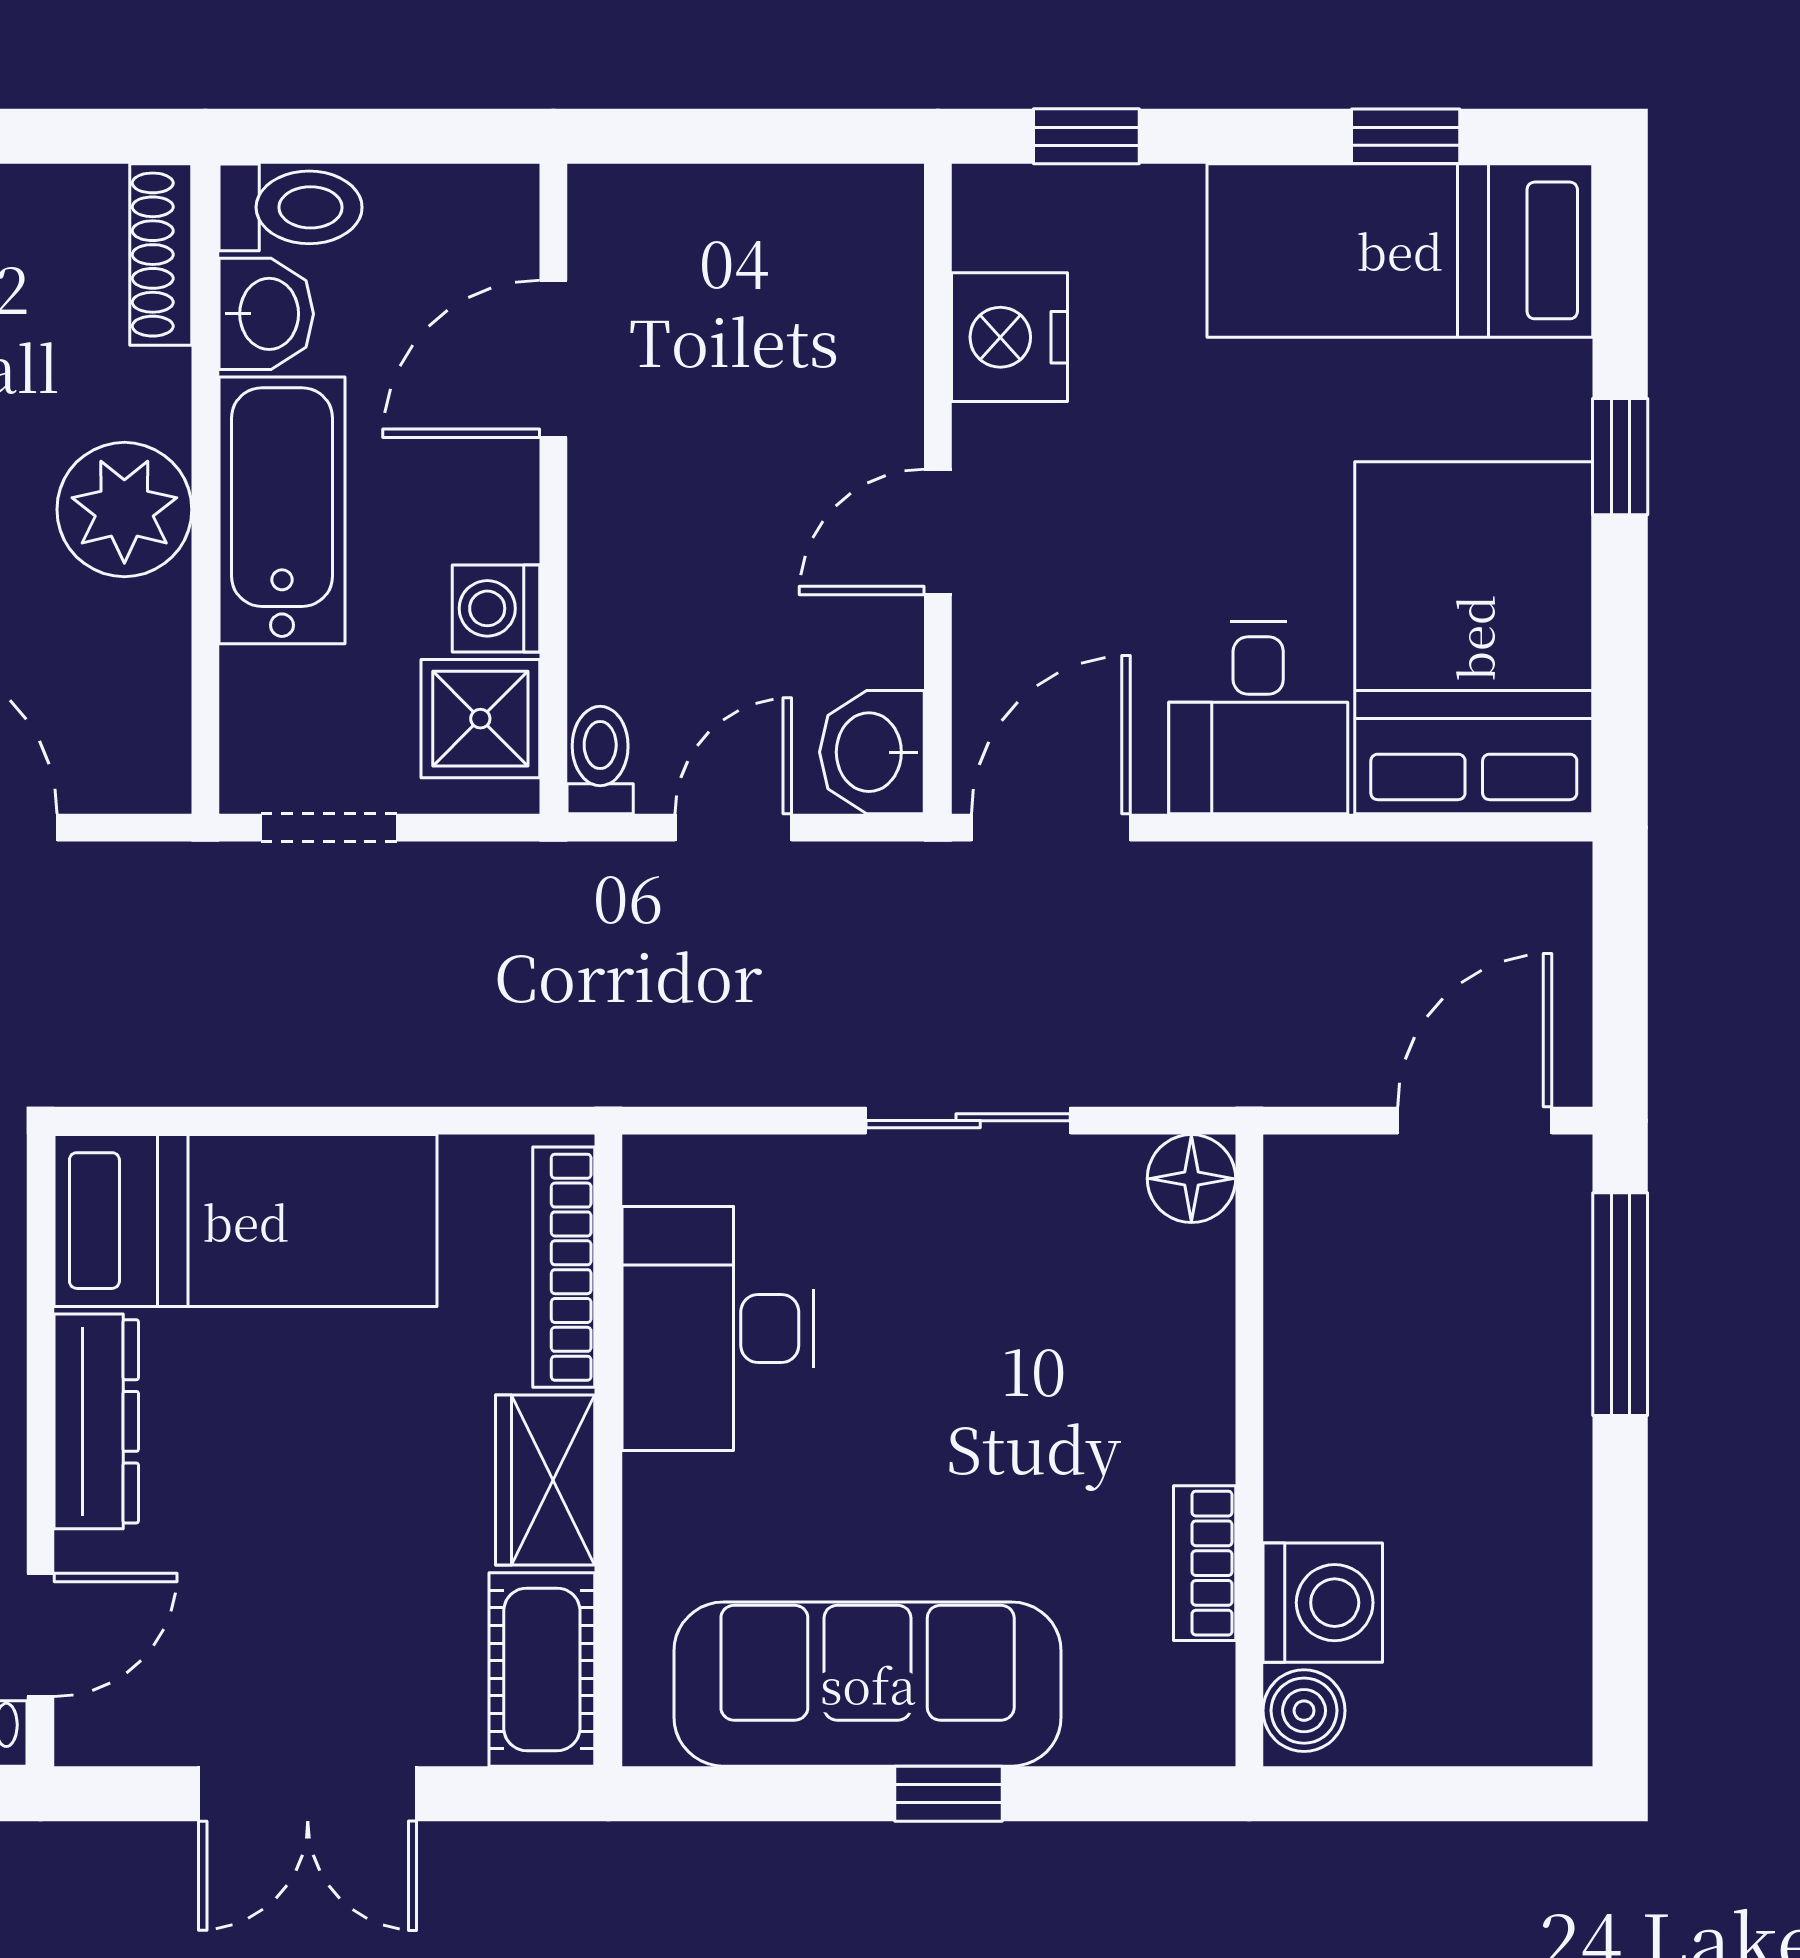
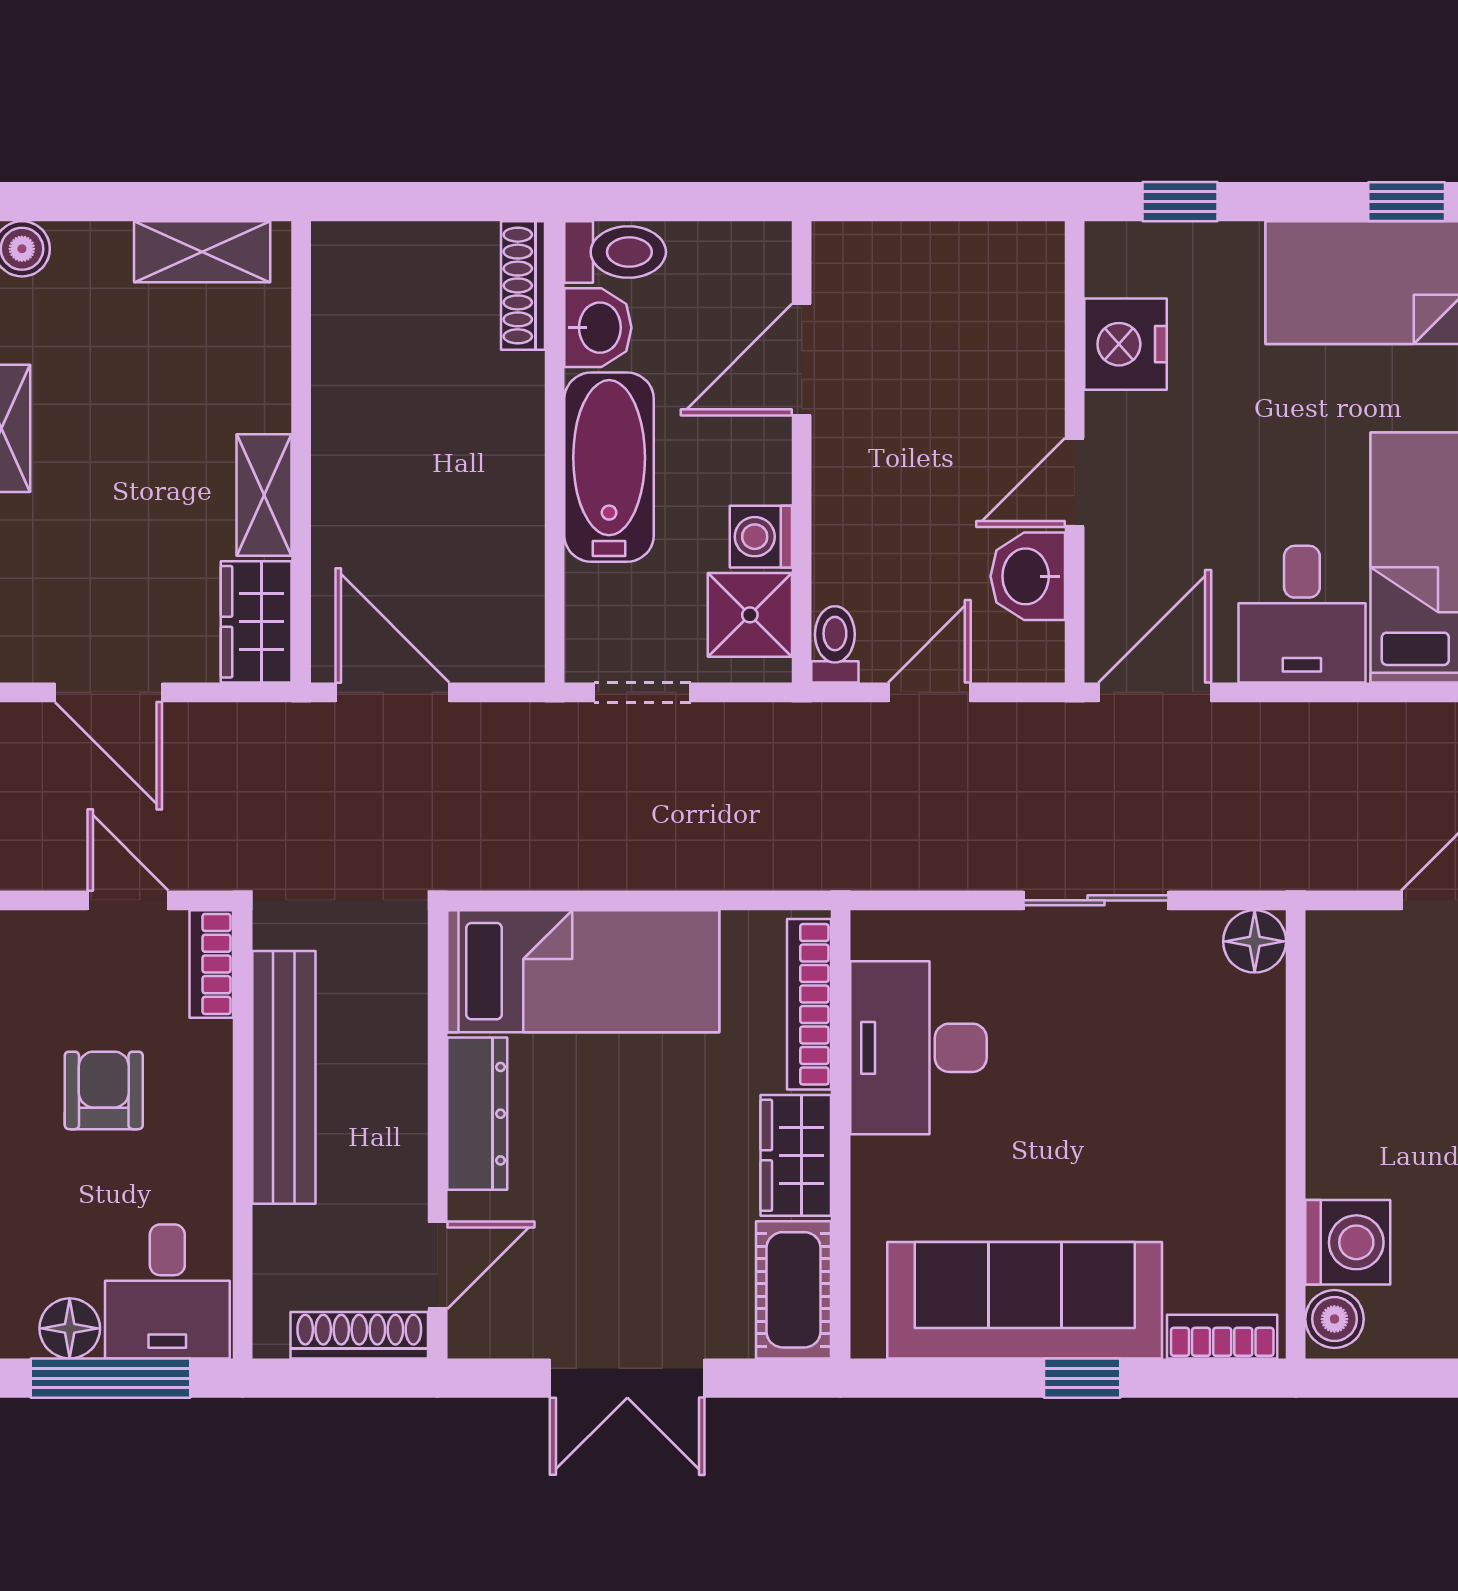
plant: (124, 510) -> (497, 466), removed
washbasin: (872, 752) -> (1028, 576), moved
bookcase: (1205, 1563) -> (1222, 1337), moved, turned 90

